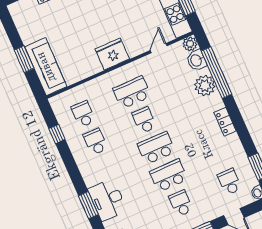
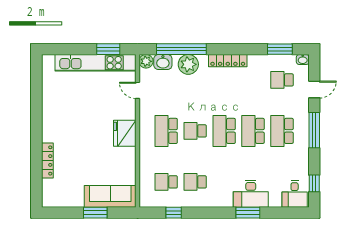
locker: (225, 122) -> (228, 61), width x1.53
school desk: (181, 203) -> (282, 131), width x1.85

